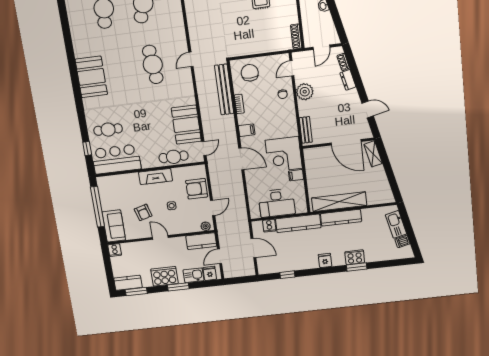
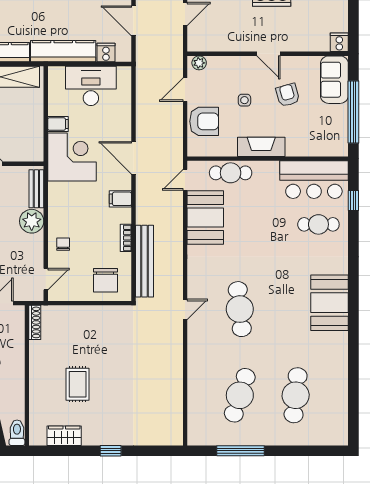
plant: (305, 92) -> (32, 221), moved
kitchen counter: (201, 241) -> (209, 41), removed

